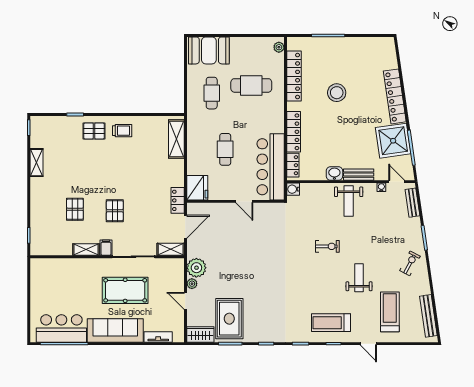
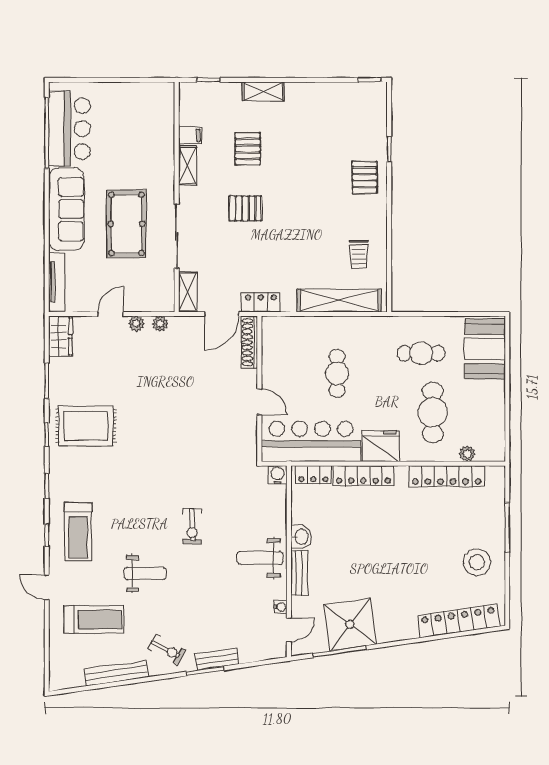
plant: (279, 47) -> (467, 454), moved
stool: (337, 93) -> (477, 562), moved
locker: (395, 96) -> (459, 621), moved
trolley: (122, 131) -> (359, 255), moved
shelving: (176, 139) -> (339, 301), width x1.47
cafe table: (225, 149) -> (337, 373), turned 90
shelving: (36, 163) -> (263, 91), moved
fridge: (197, 188) -> (381, 446), moved, turned 180
door: (244, 201) -> (259, 402), swing flipped
bench: (412, 203) -> (217, 659), moved
shoe rack: (204, 208) -> (249, 342), added
pallet: (75, 209) -> (248, 149), turned 90
door: (185, 227) -> (222, 314), hinge flipped
filing cabinet: (106, 248) -> (190, 135), moved
plant: (196, 268) -> (160, 324), width x0.53, depth x0.53
bench: (428, 316) -> (116, 673), moved
rug: (229, 319) -> (86, 426), moved
treadmill: (331, 323) -> (78, 532), turned 180
tv unit: (158, 337) -> (57, 282), width x1.41
door: (368, 344) -> (47, 587), hinge flipped

